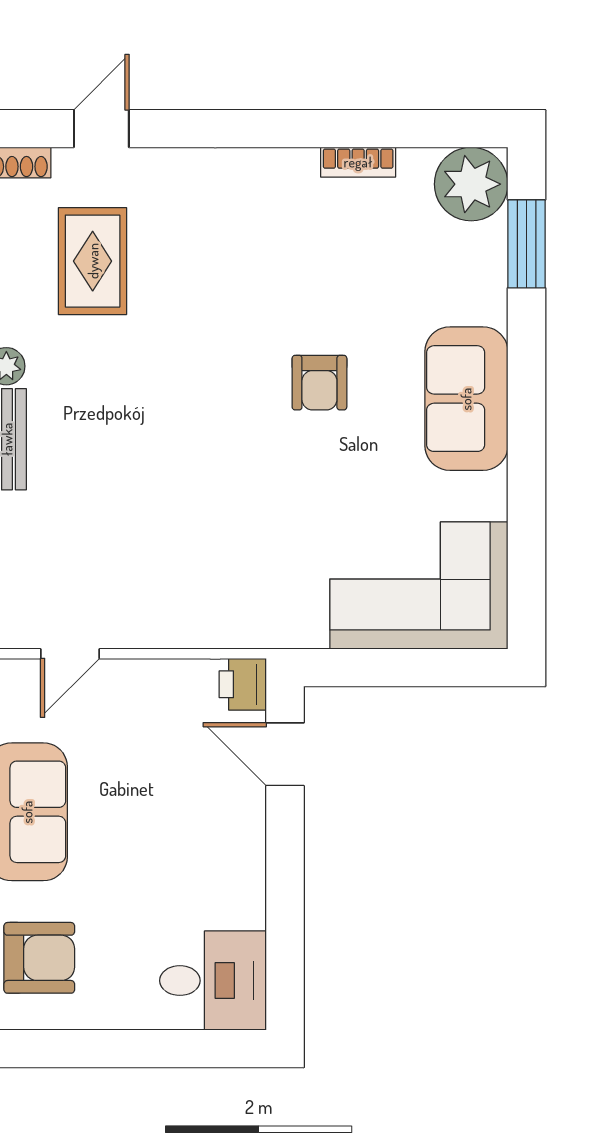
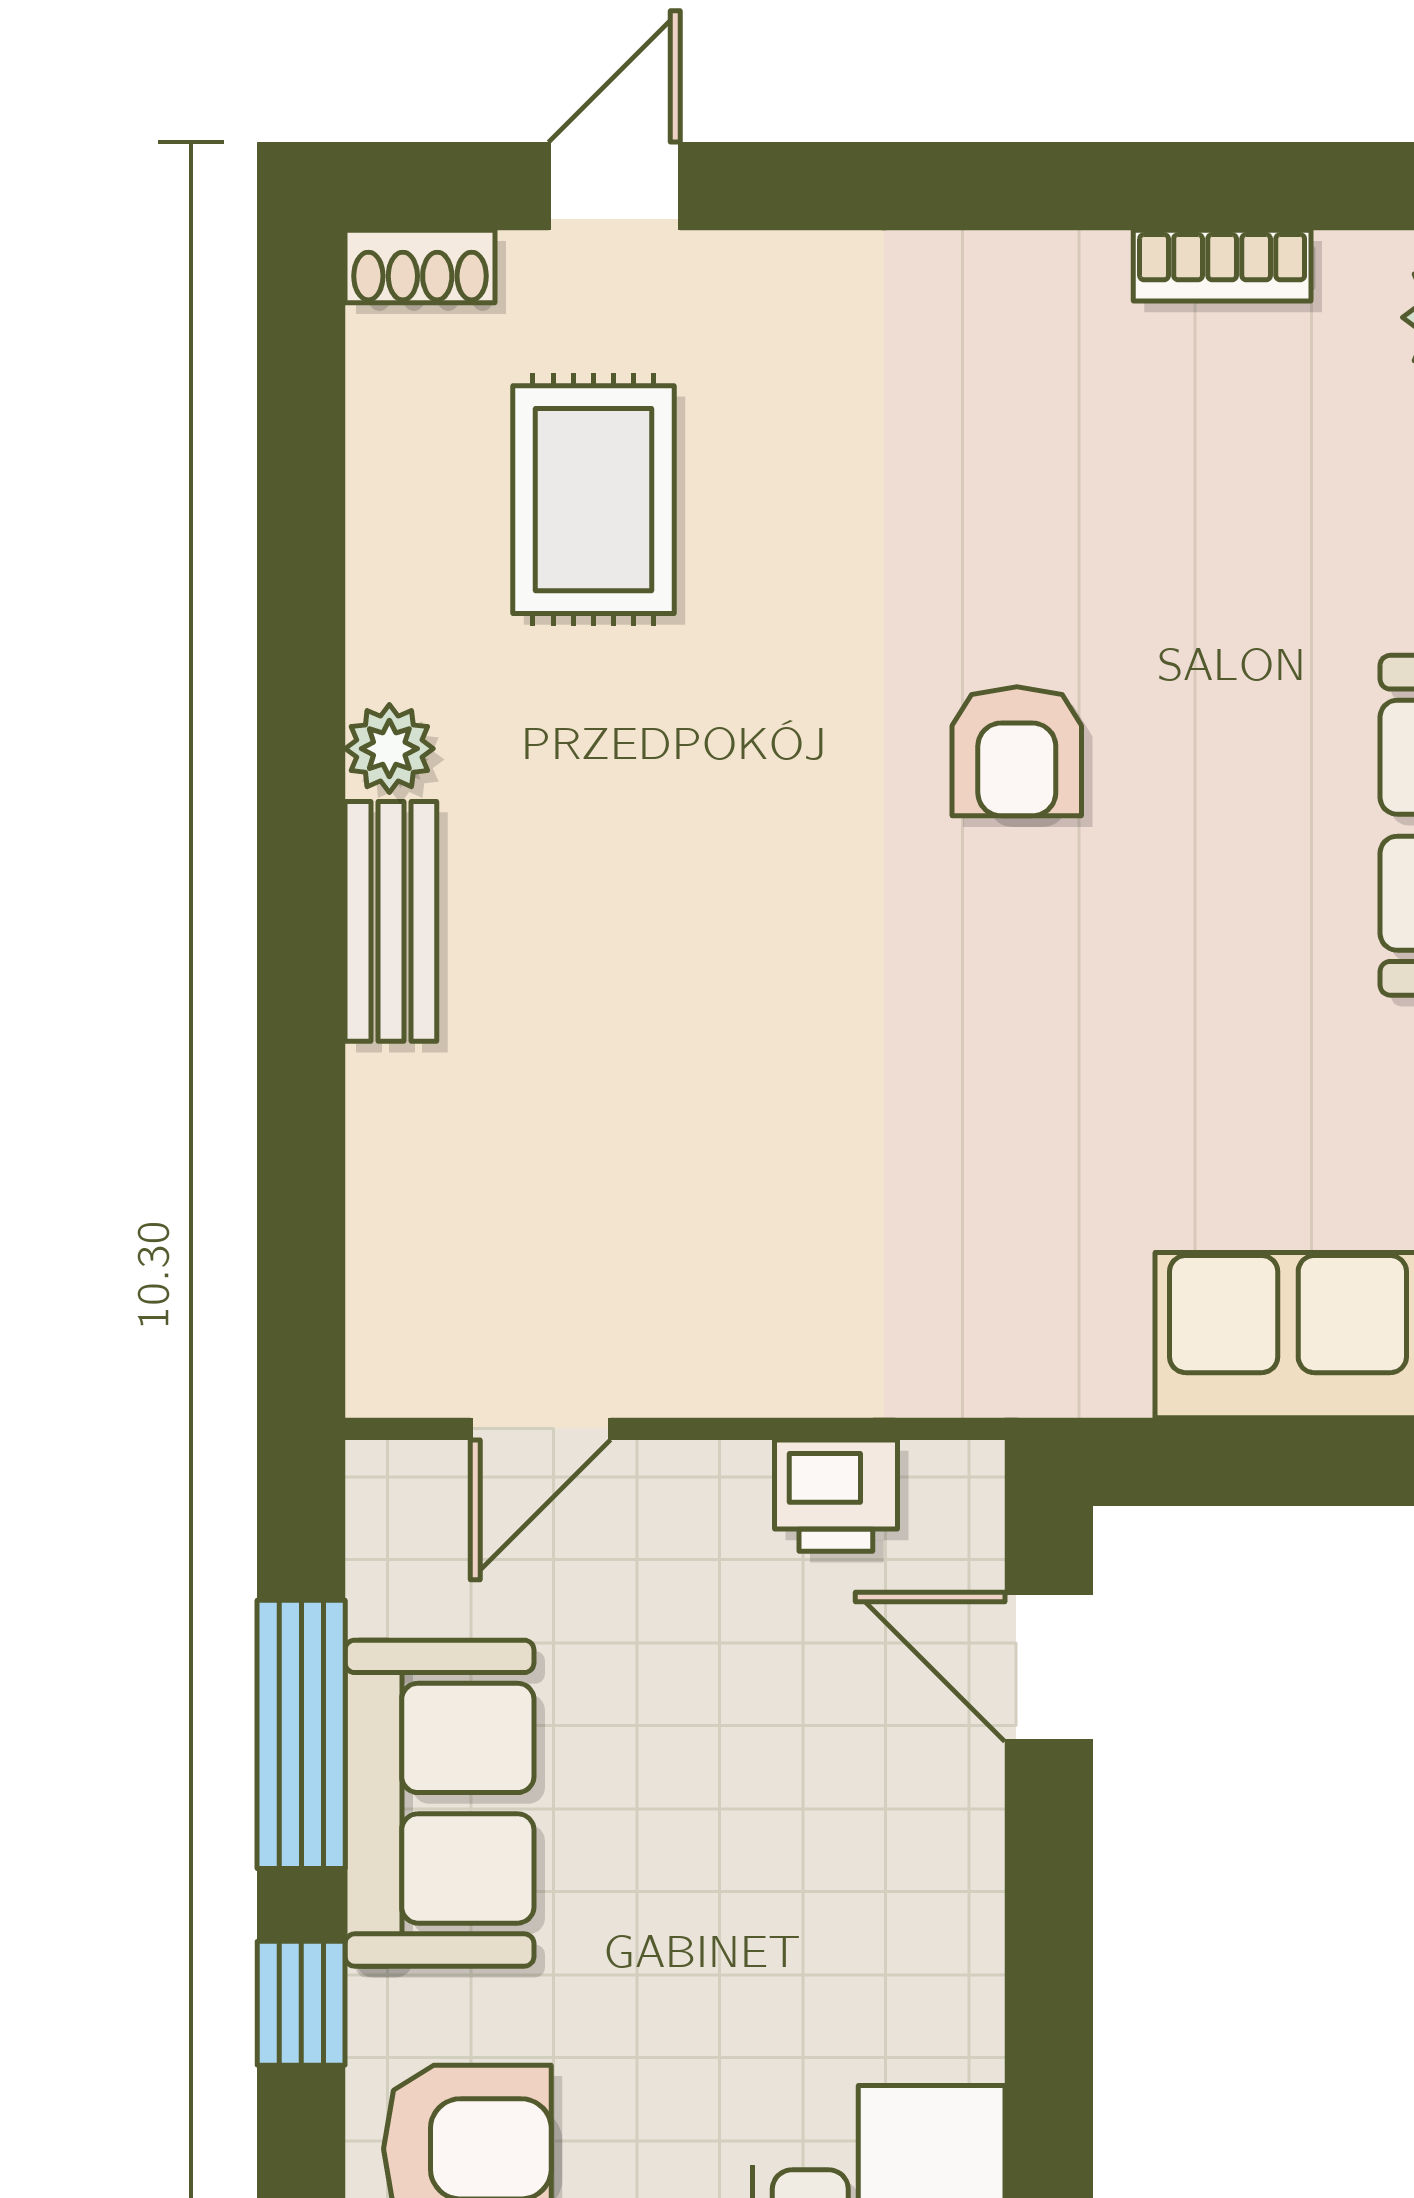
armchair: (319, 383) -> (1017, 751), moved
printer: (243, 684) -> (836, 1496), moved, turned -90

